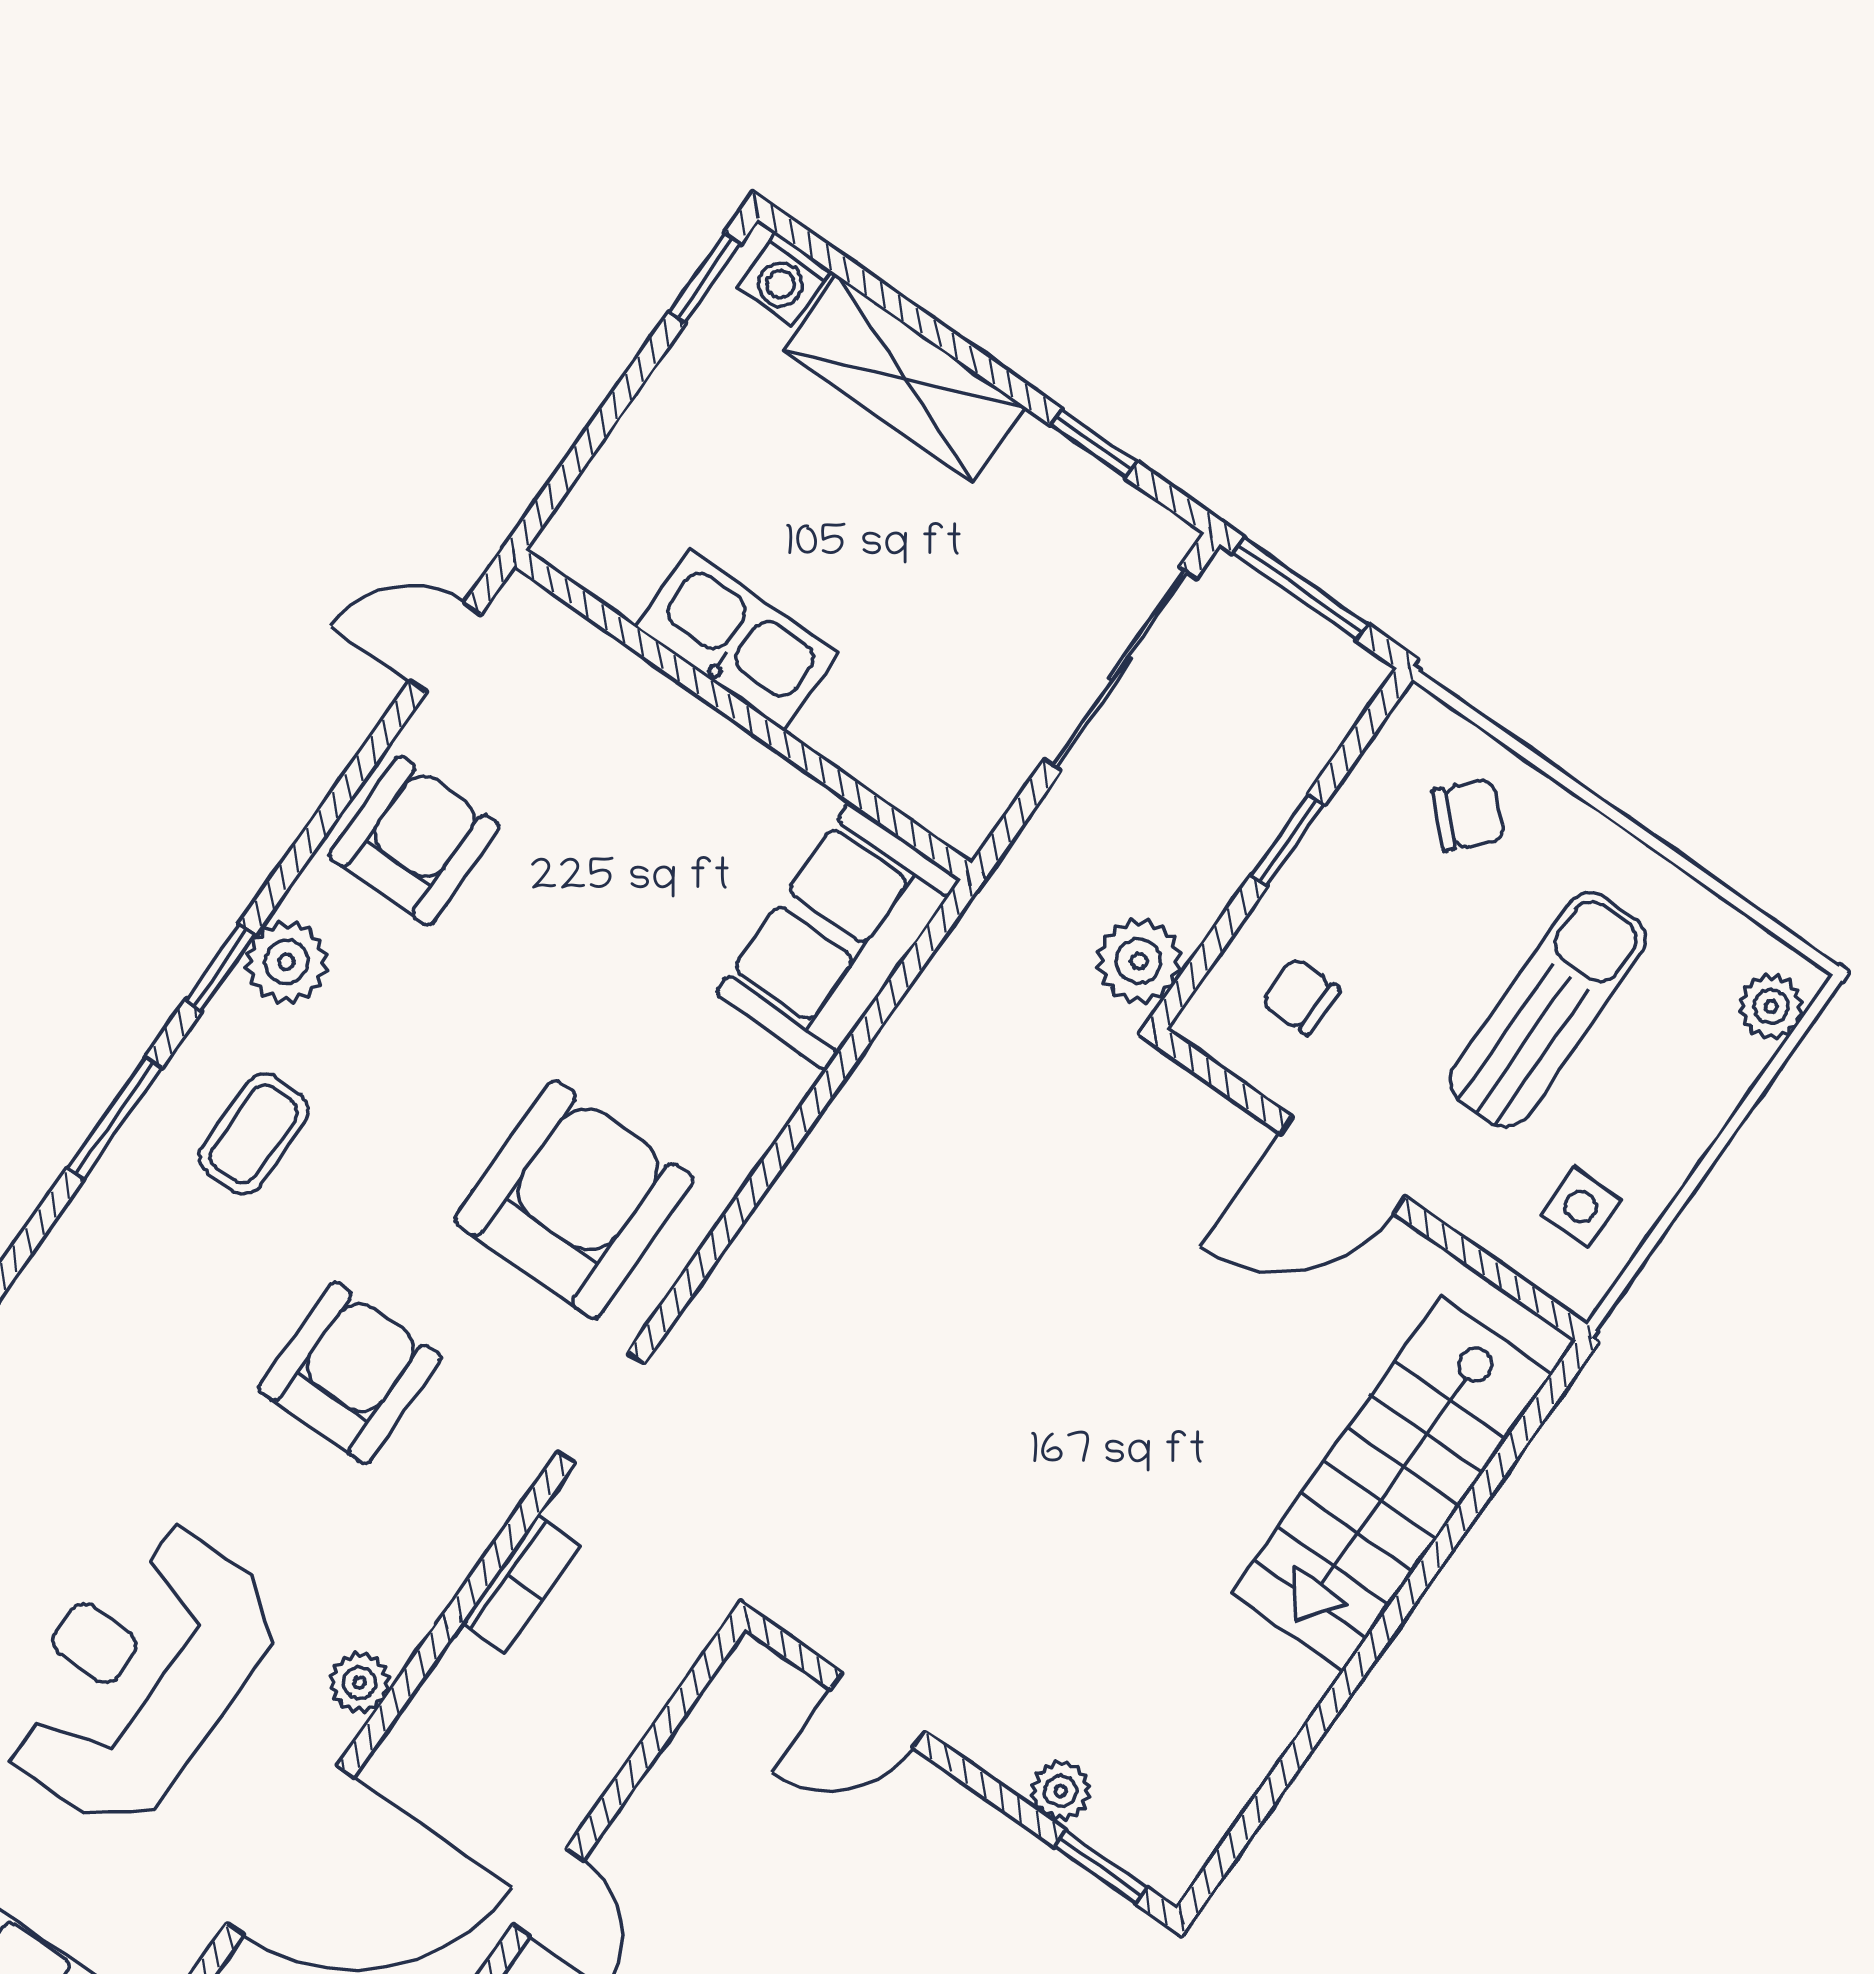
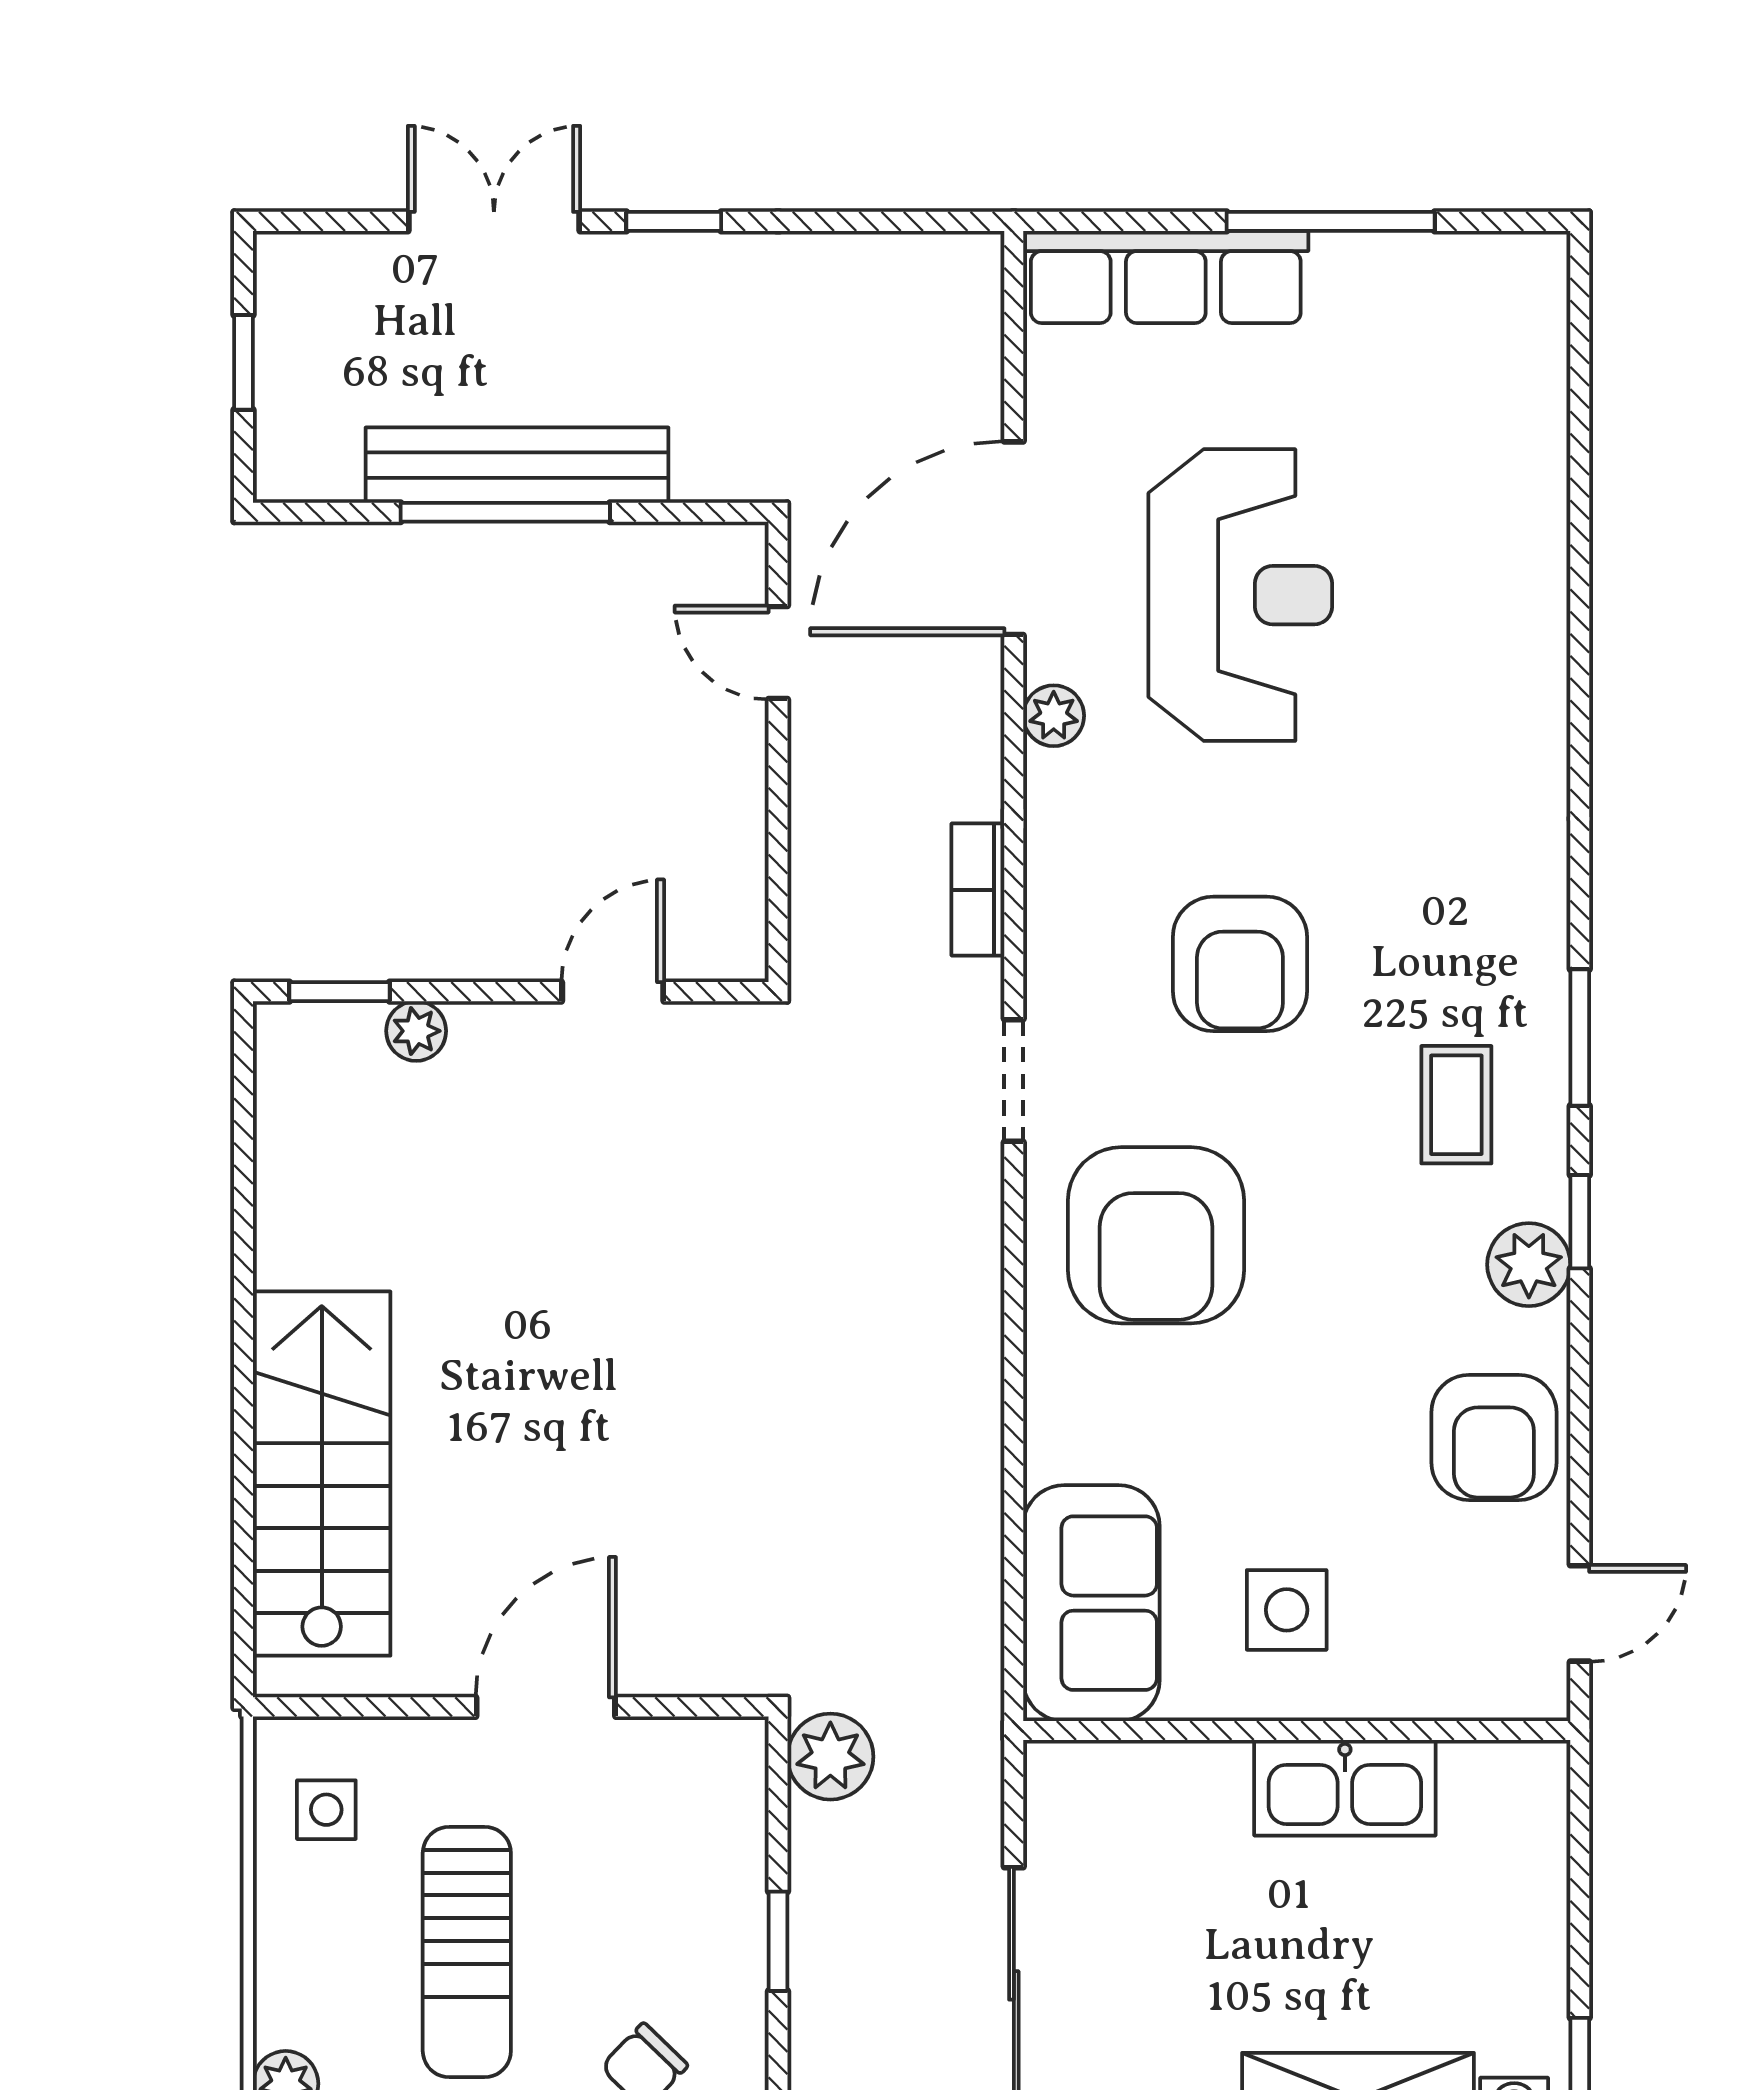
side table: (682, 819) -> (1287, 1610), added
chair: (1301, 996) -> (677, 1821), removed

